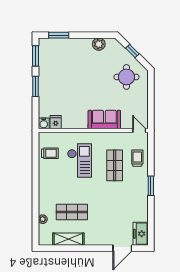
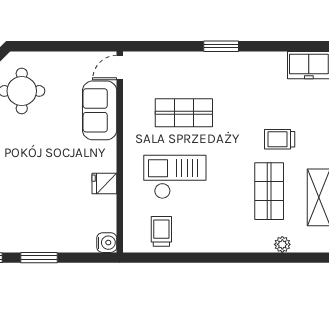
sofa: (104, 119) -> (100, 110), moved
fridge: (56, 122) -> (104, 183), moved
trolley: (137, 158) -> (280, 139), moved

